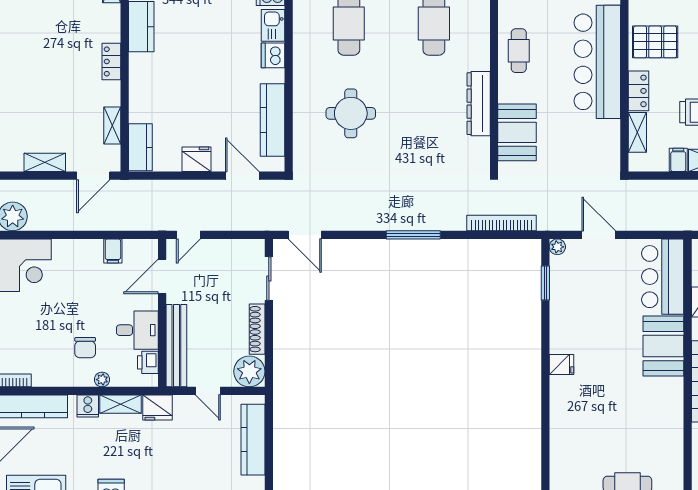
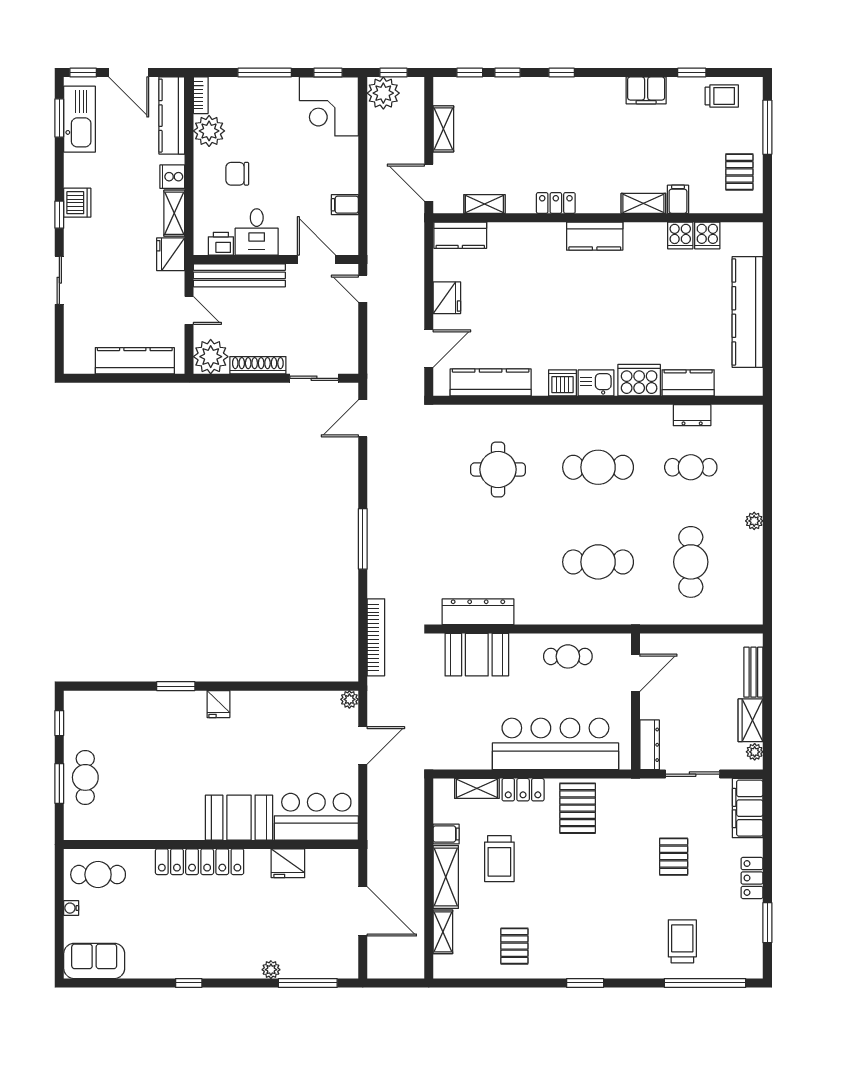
dresser: (479, 104) -> (478, 612), moved
window: (545, 283) -> (176, 686), moved
plant: (102, 380) -> (209, 131), moved, width x1.88, depth x1.88
door: (208, 391) -> (189, 310), swing flipped

